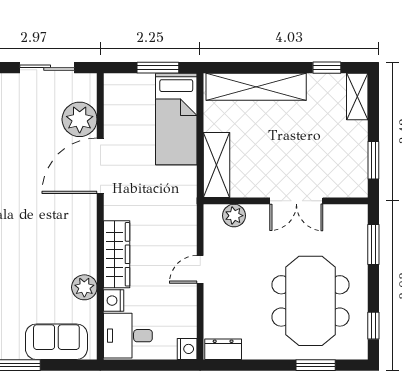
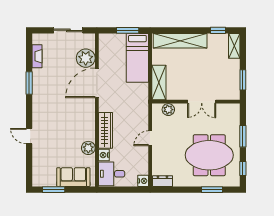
window: (373, 244) -> (243, 136), moved
meeting table: (311, 301) -> (209, 155), turned 90

